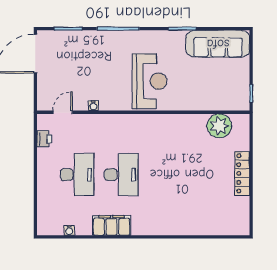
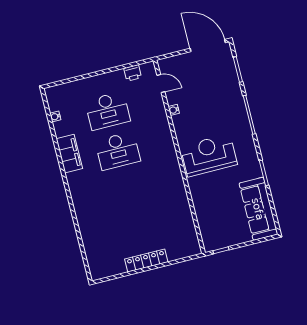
reception desk: (150, 81) -> (209, 155), turned 180
plant: (219, 126) -> (184, 229), removed

